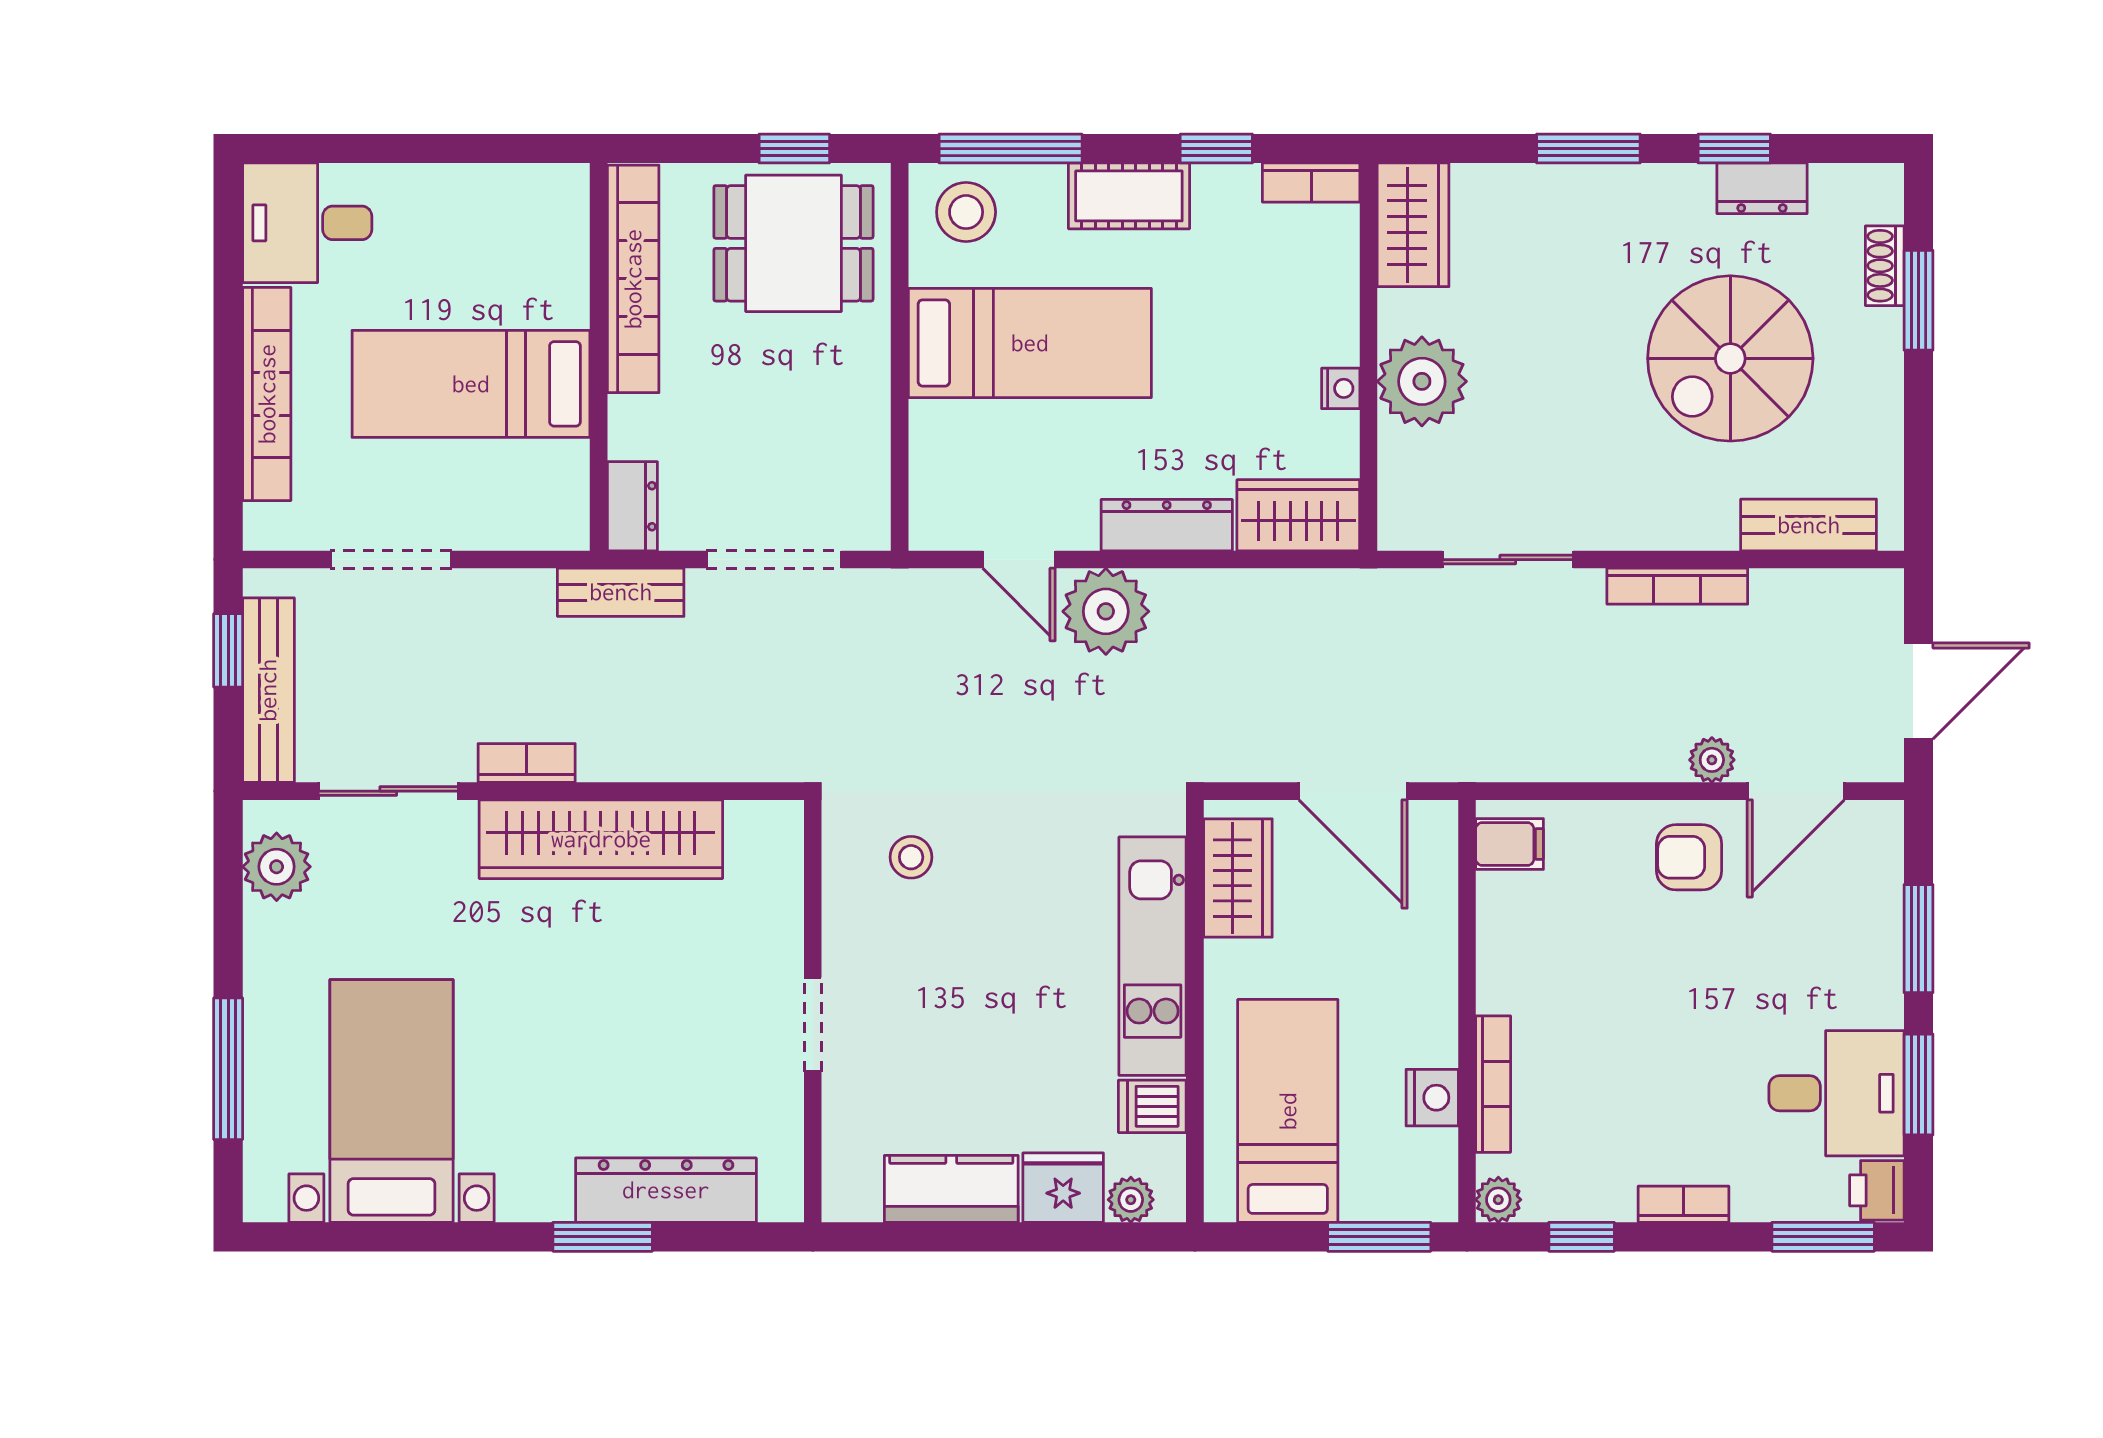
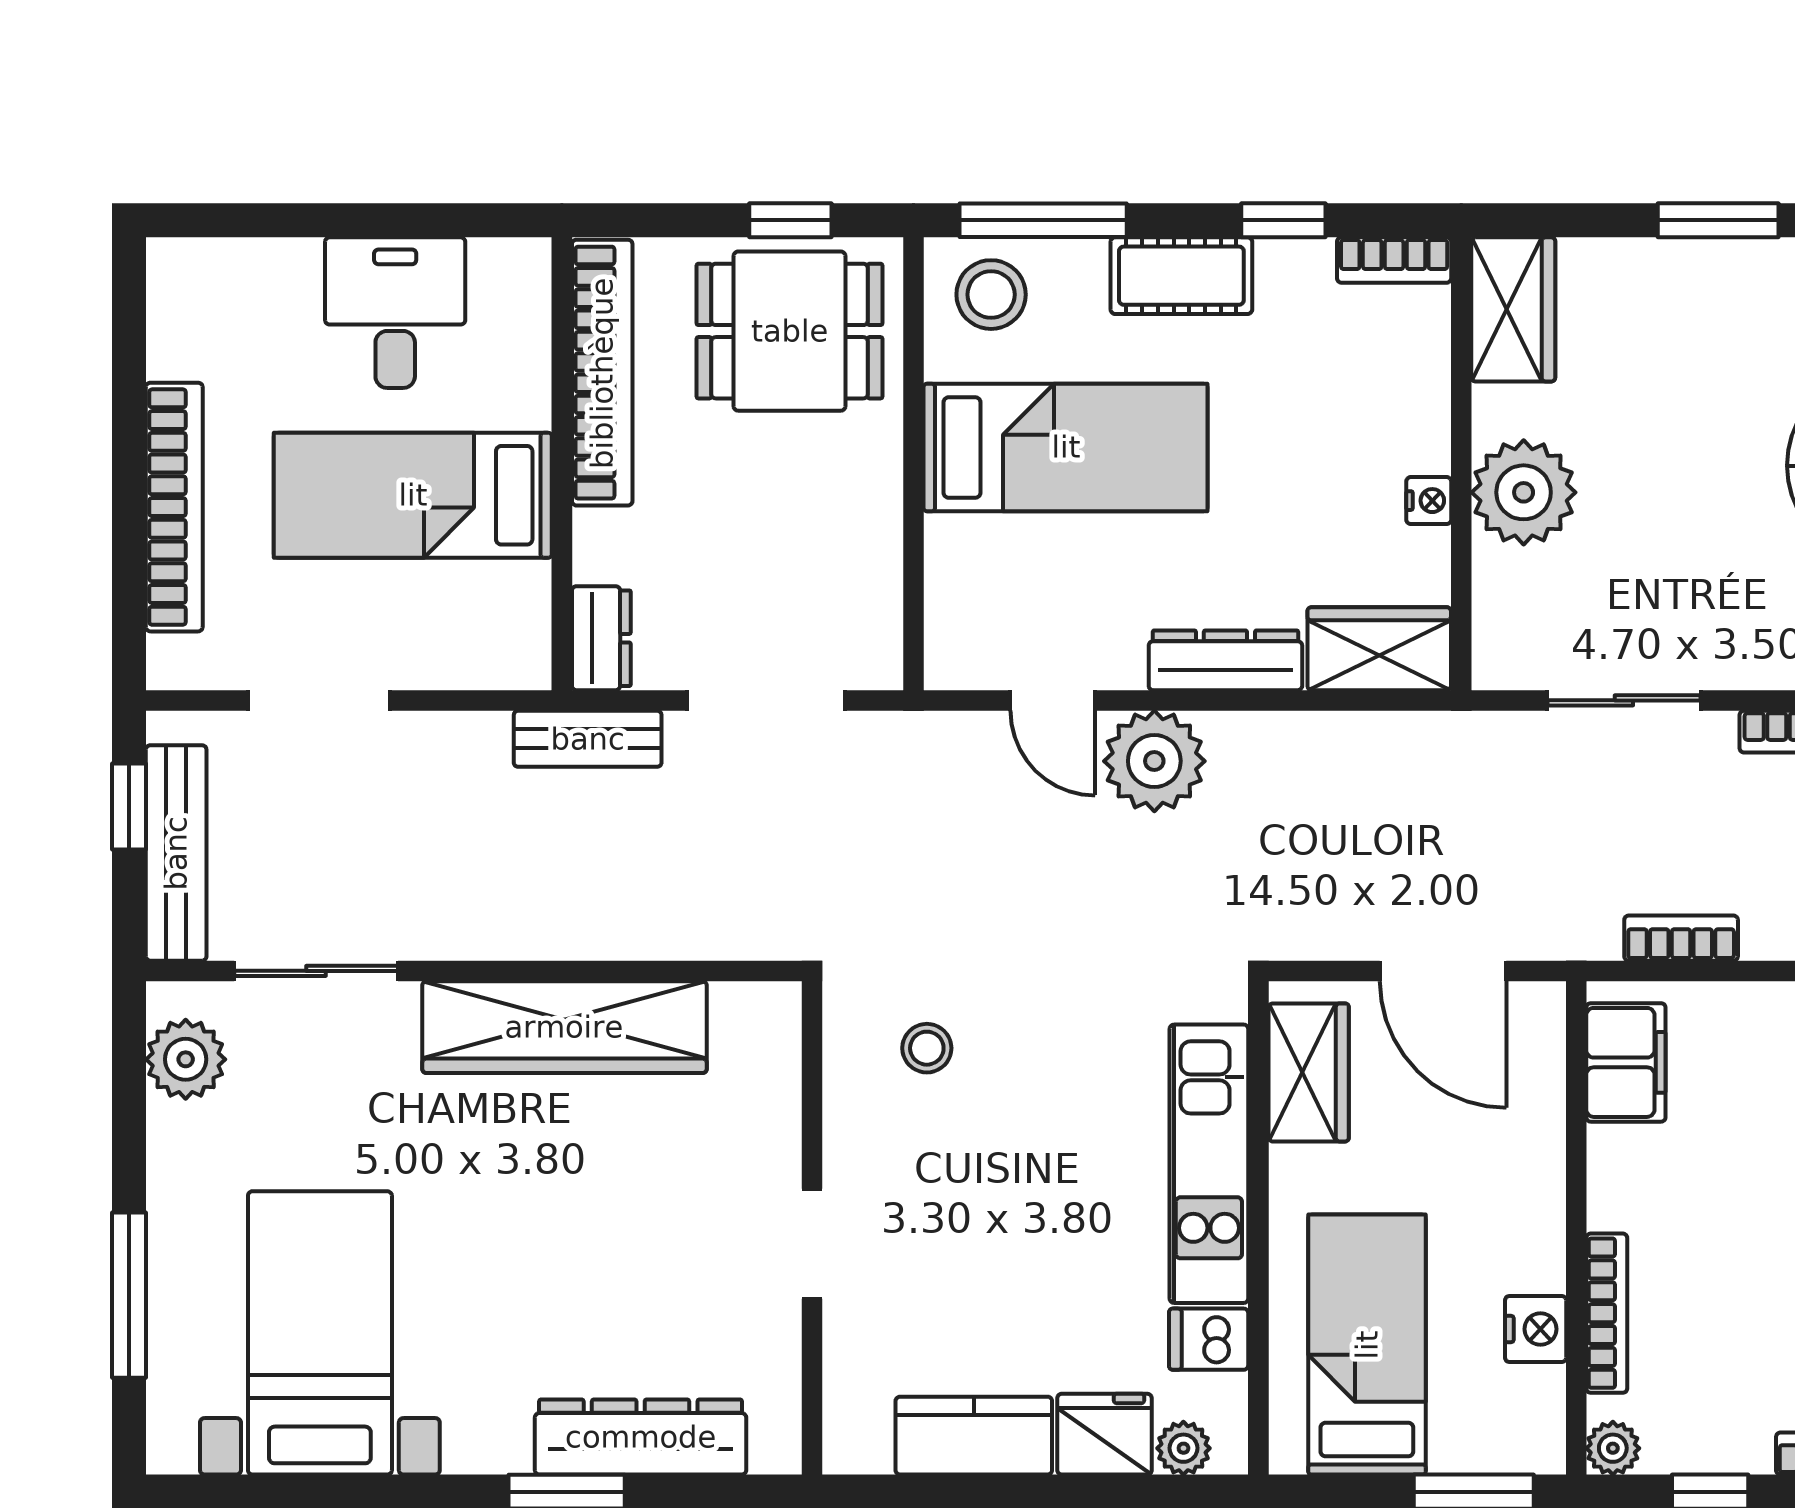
desk: (307, 223) -> (395, 313), moved, turned 90
bookcase: (527, 763) -> (1681, 938), moved
filing cabinet: (1510, 844) -> (1626, 1062), width x2.00

